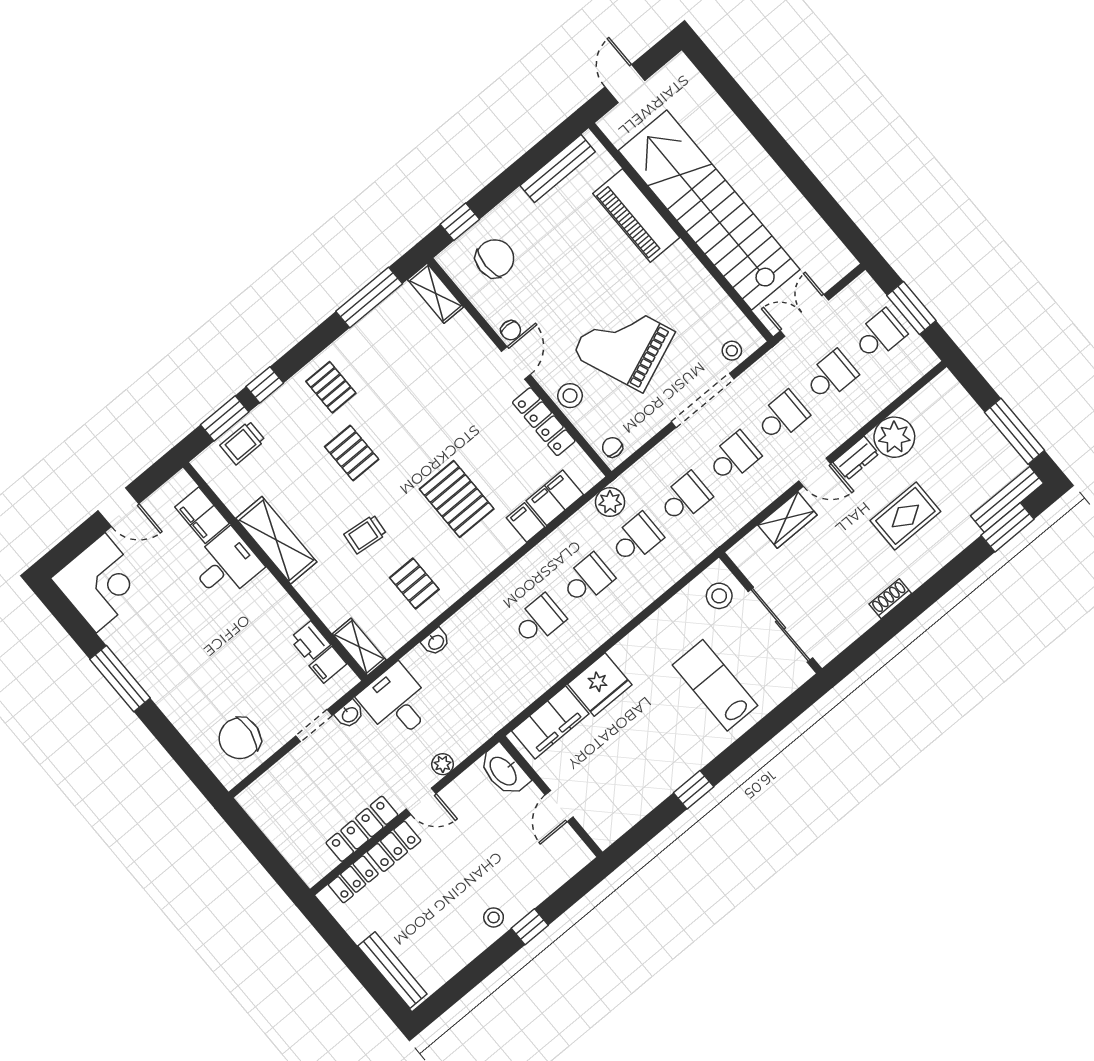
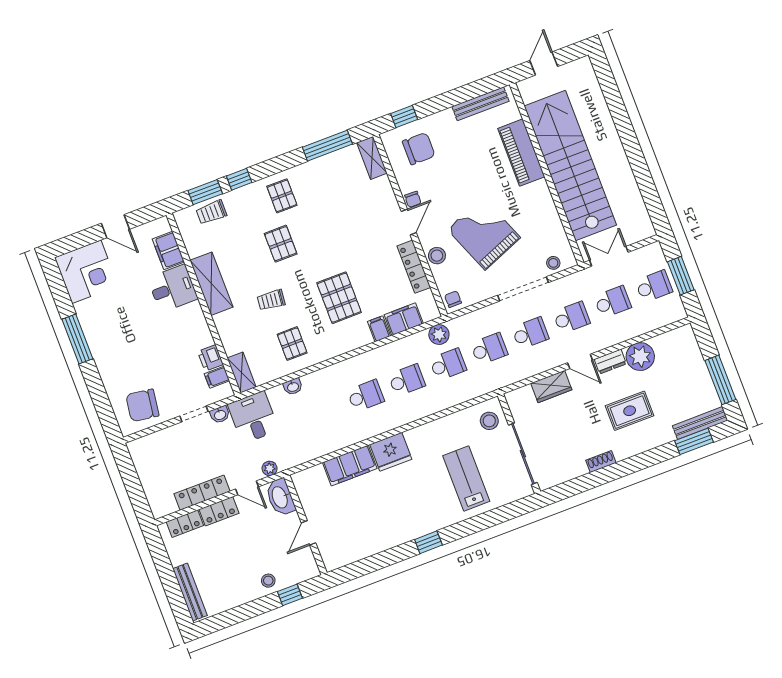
washbasin: (504, 771) -> (280, 497), moved
wall: (551, 796) -> (305, 525), moved
door: (559, 806) -> (308, 533), moved

